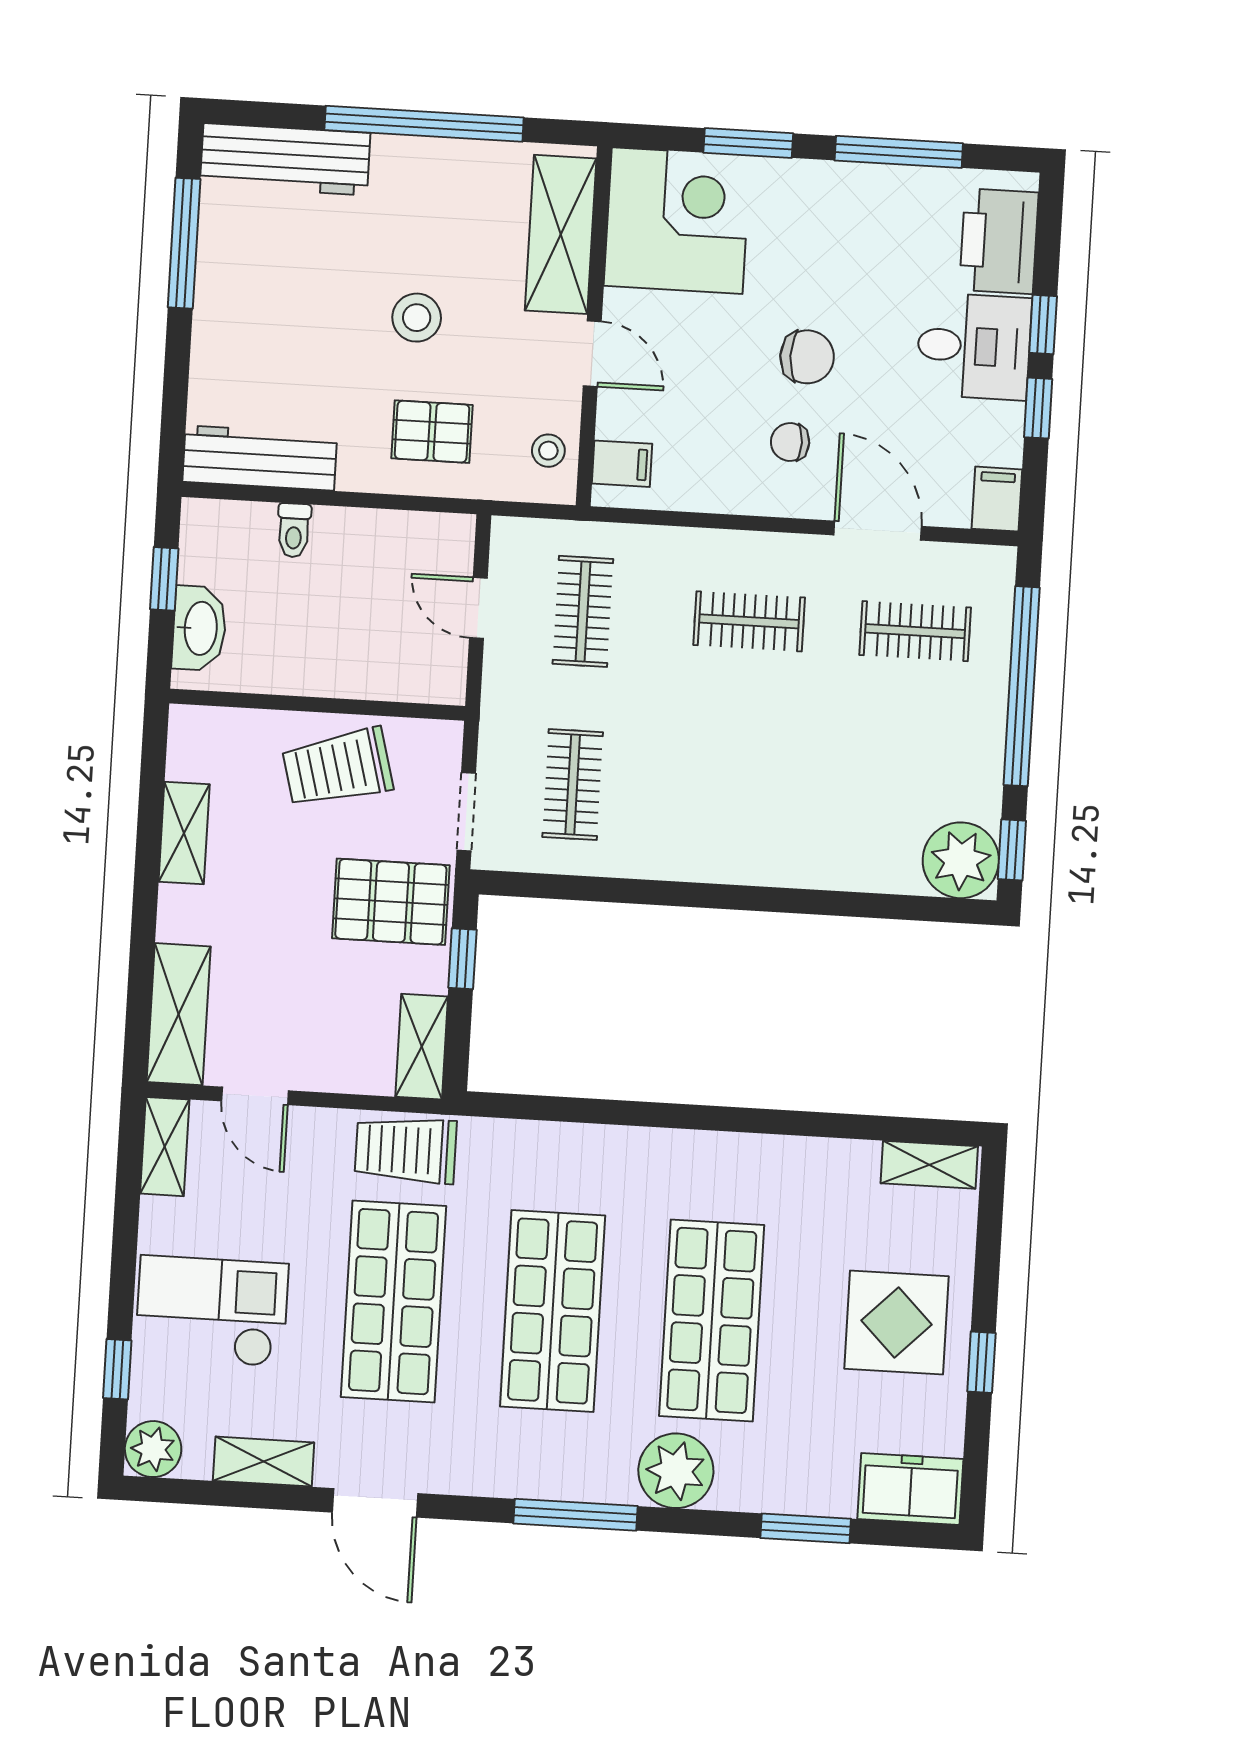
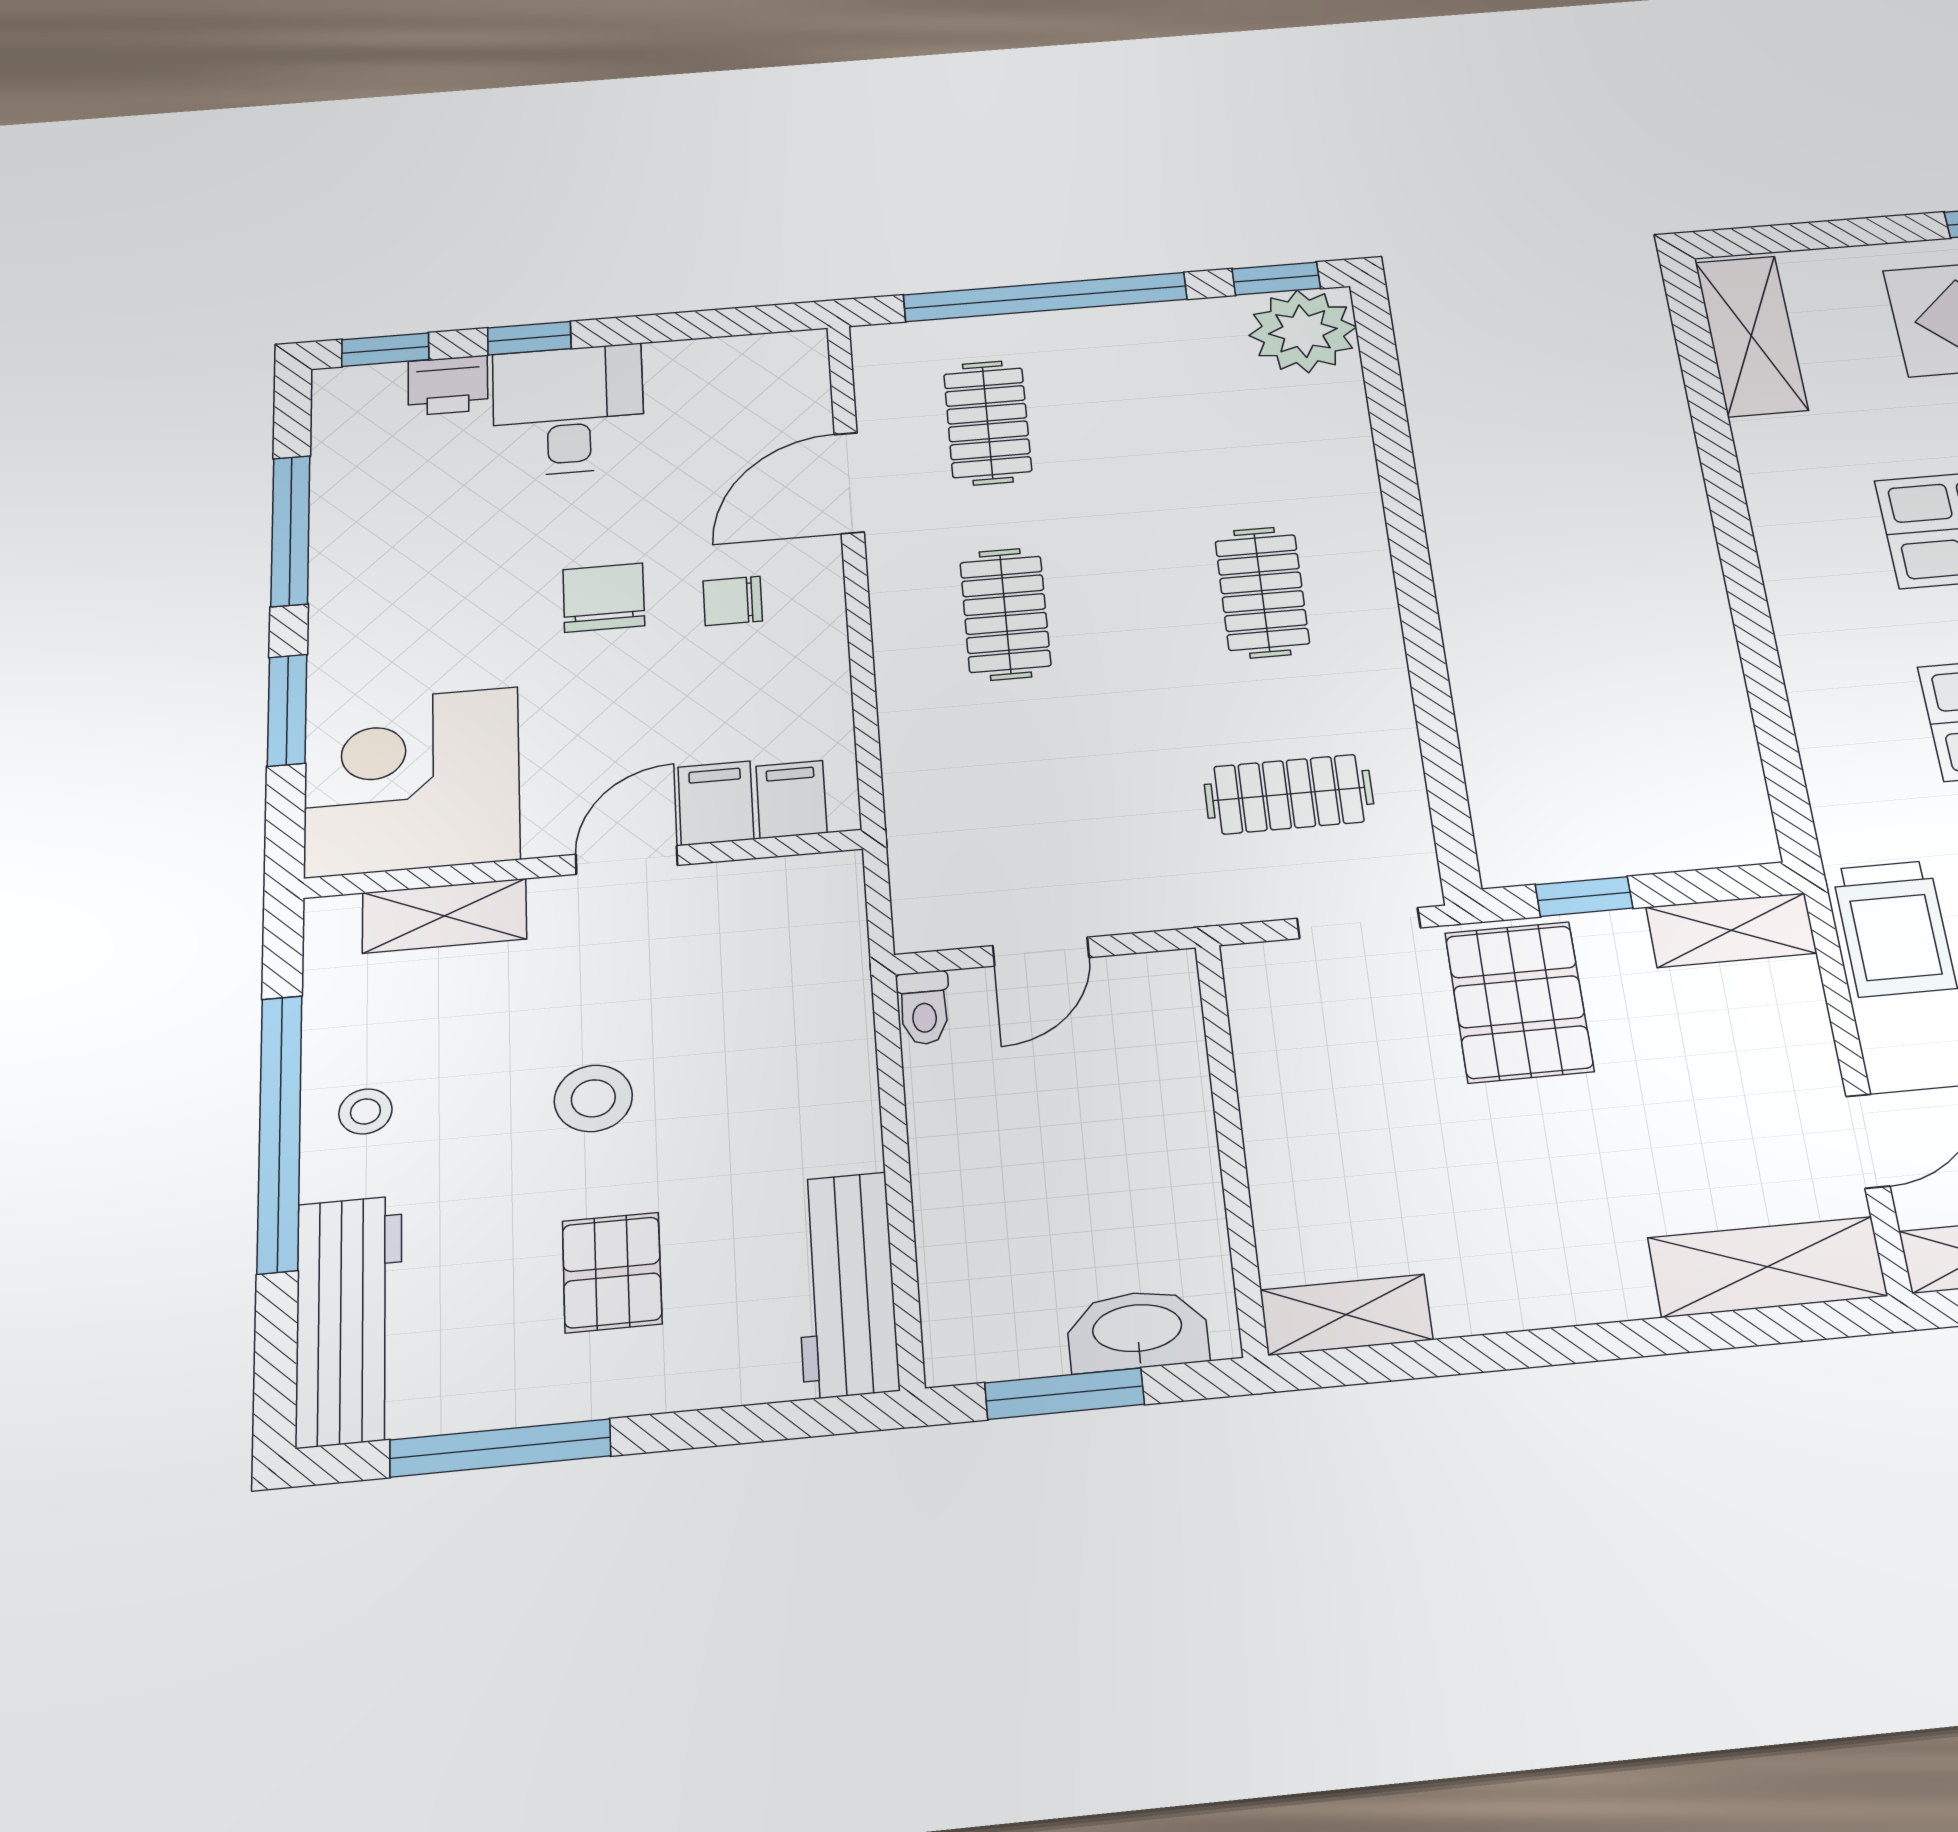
shelving: (561, 234) -> (445, 916), width x0.67, depth x0.75
printer: (999, 241) -> (448, 385), width x0.53, depth x0.68
window: (1038, 408) -> (385, 350), moved
pallet: (432, 432) -> (612, 1272), moved
chair: (790, 442) -> (733, 601), turned 90
stool: (548, 451) -> (365, 1111), moved
filing cabinet: (997, 499) -> (716, 803), moved, turned 90
toilet: (294, 530) -> (924, 1008), moved, turned 90
window: (164, 579) -> (1065, 1394), width x1.50
clothes rail: (583, 611) -> (1262, 592), moved, turned 90
trolley: (338, 768) -> (1325, 1103), removed
shelving: (184, 833) -> (1346, 1315), moved
shelving: (929, 1165) -> (1751, 336), width x1.50, depth x1.33

